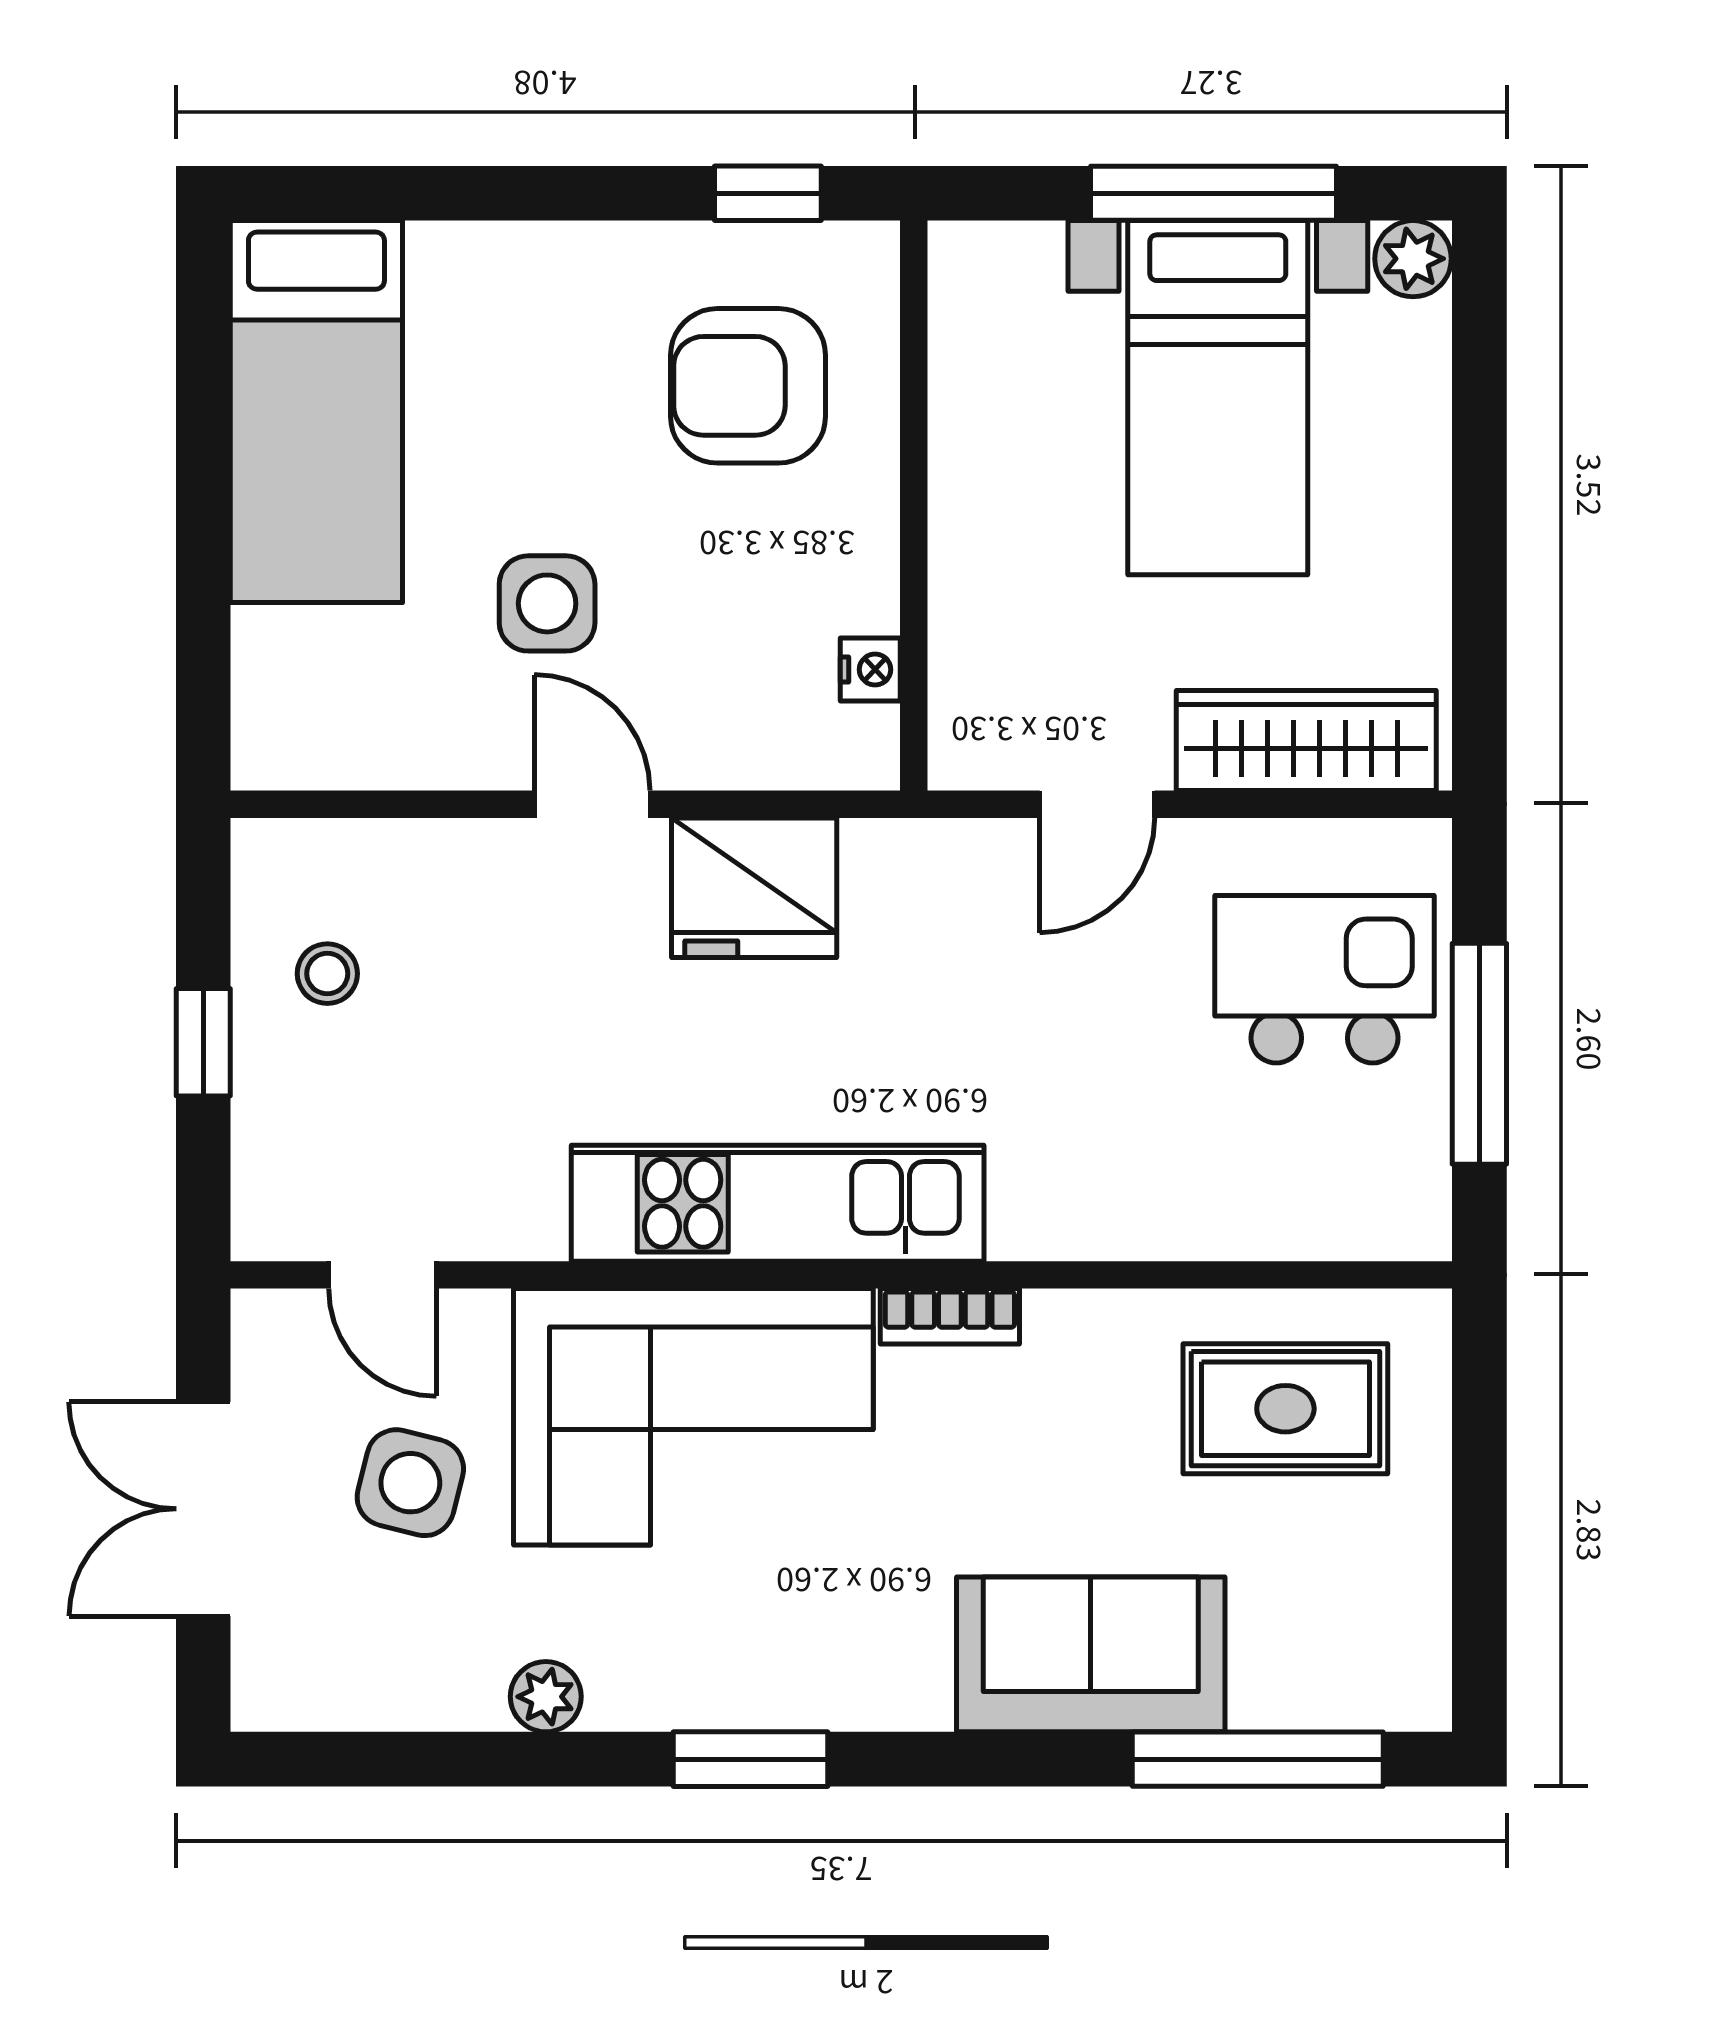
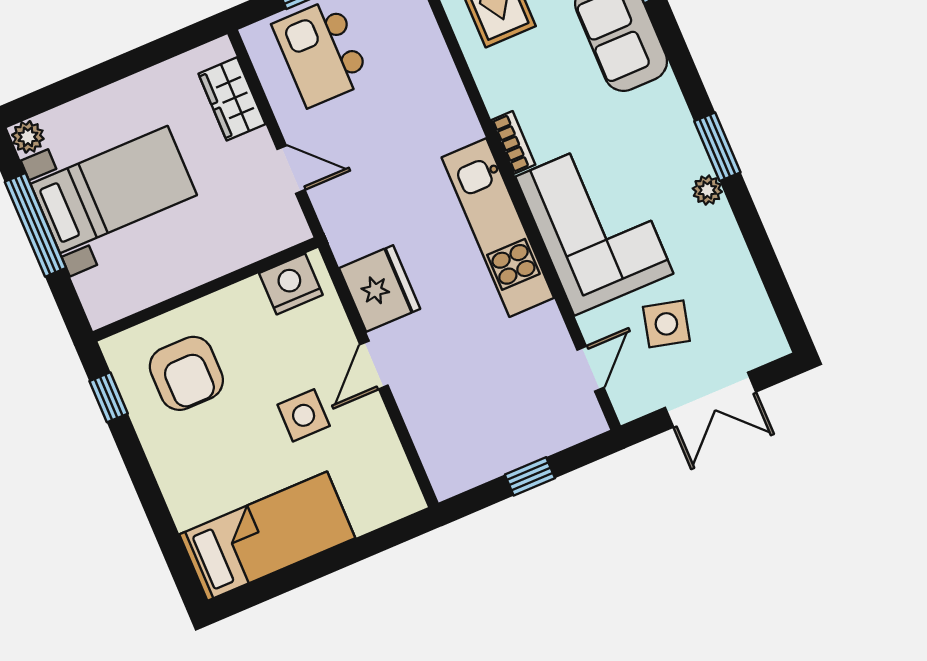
nightstand: (870, 670) -> (291, 284), width x1.89, depth x1.79
wardrobe: (1306, 740) -> (232, 99), width x0.67
stool: (327, 974) -> (483, 440), removed
plant: (546, 1697) -> (707, 190), moved

